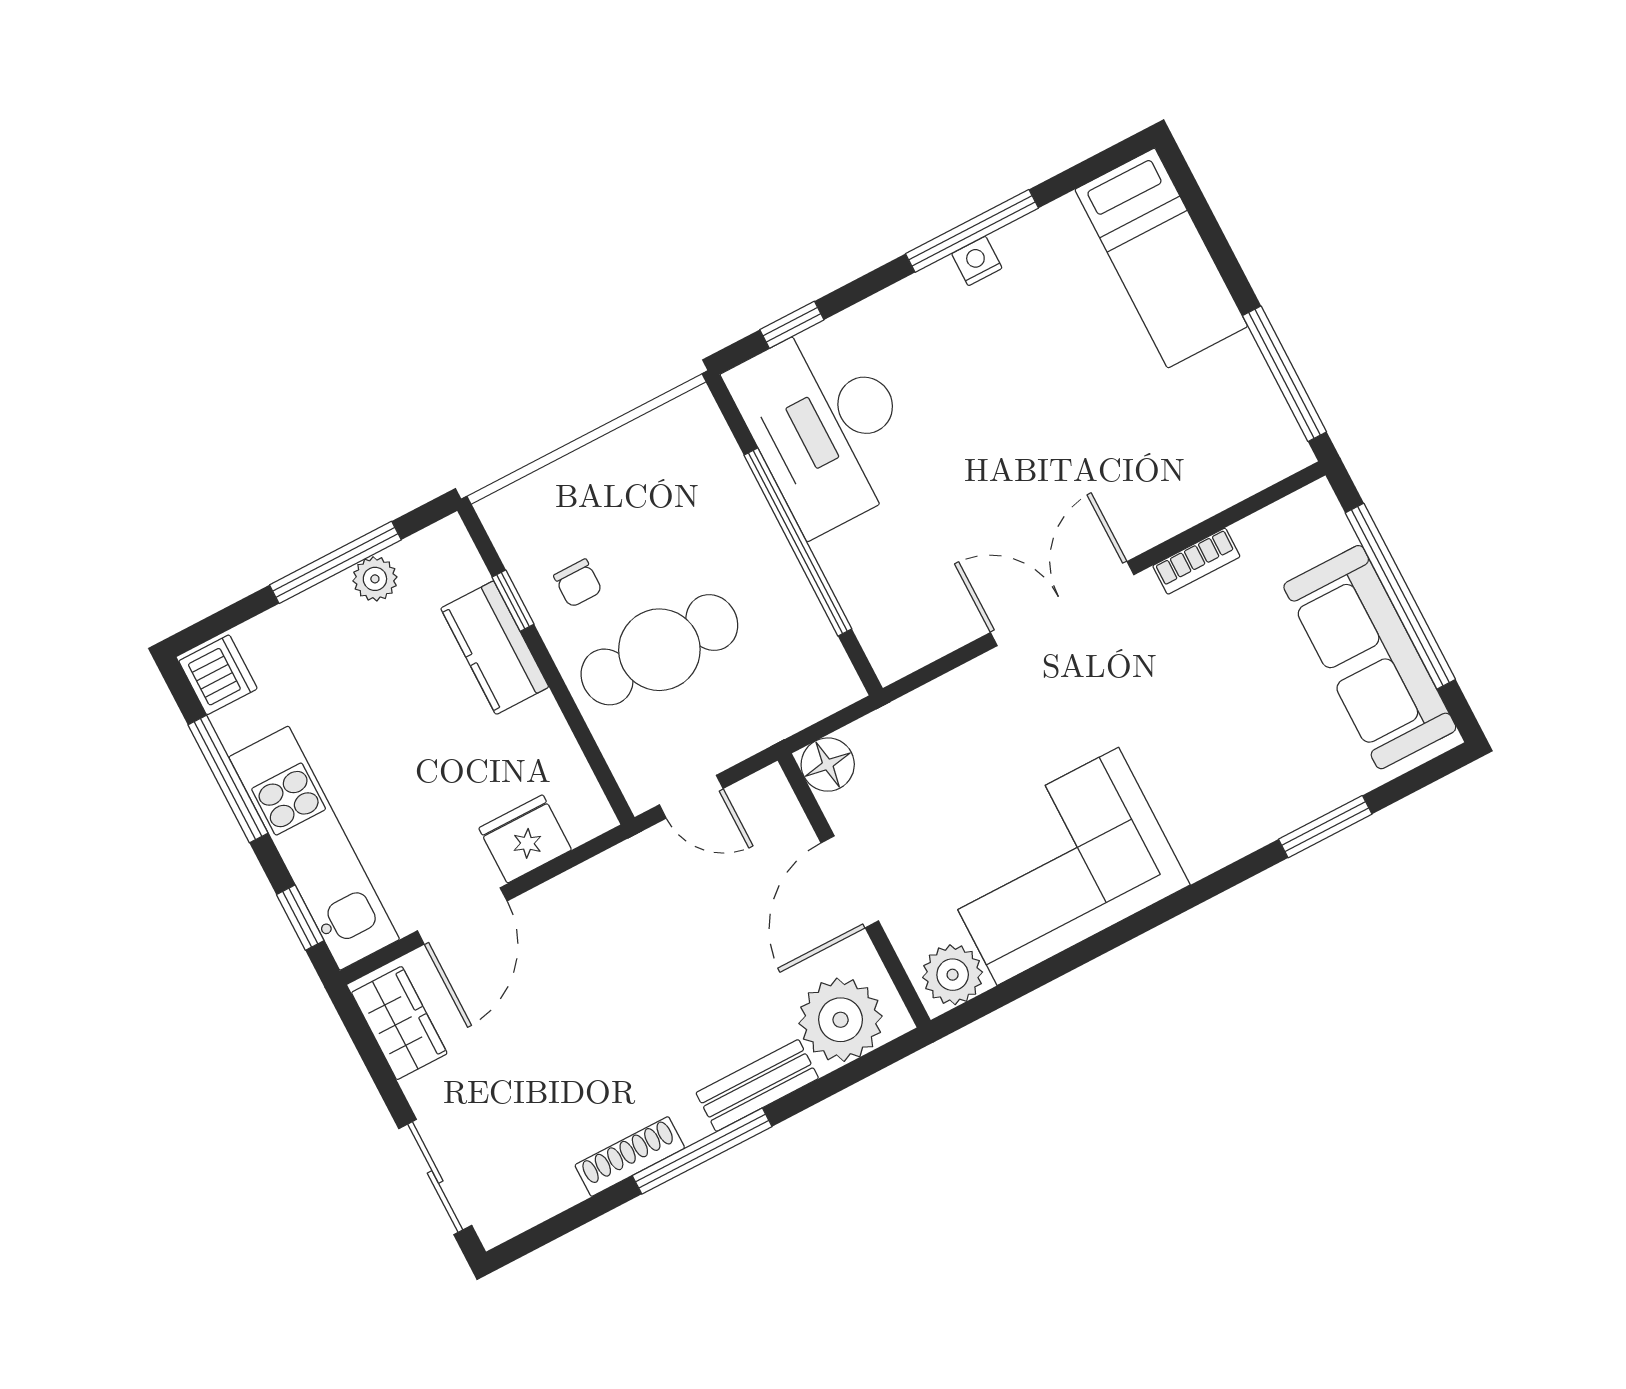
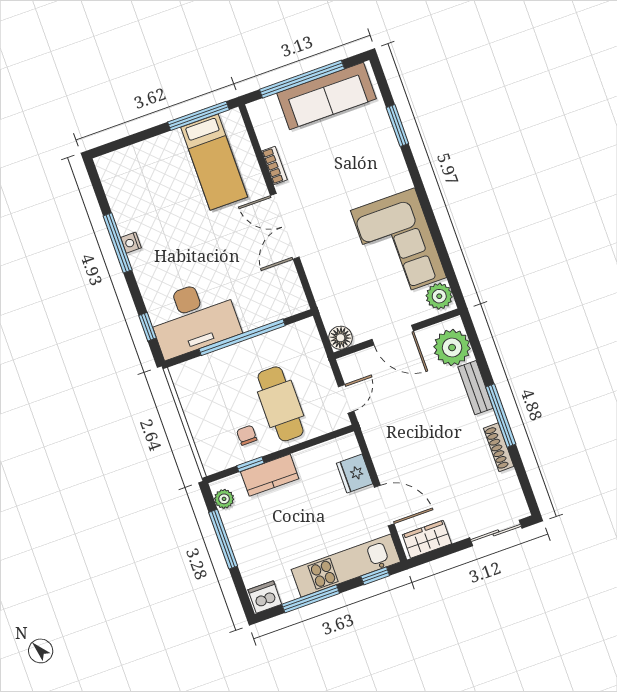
bed: (1161, 258) -> (214, 162), moved, turned 90
plant: (375, 579) -> (224, 499), moved
chair: (578, 583) -> (247, 435), turned -90

